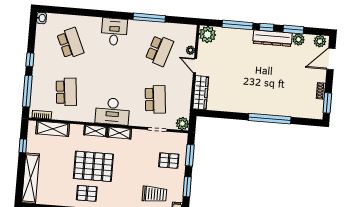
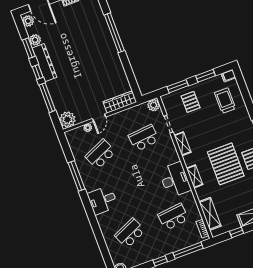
school desk: (159, 50) -> (100, 154), turned -42
desk: (112, 111) -> (175, 180), moved
shelving: (119, 133) -> (183, 144), moved

